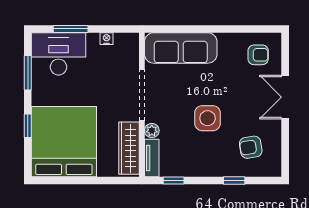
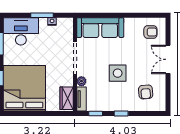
window: (71, 29) -> (42, 15), moved
armchair: (251, 147) -> (146, 92), turned -86
wardrobe: (129, 148) -> (67, 98), width x0.67
window: (234, 180) -> (121, 114), moved

